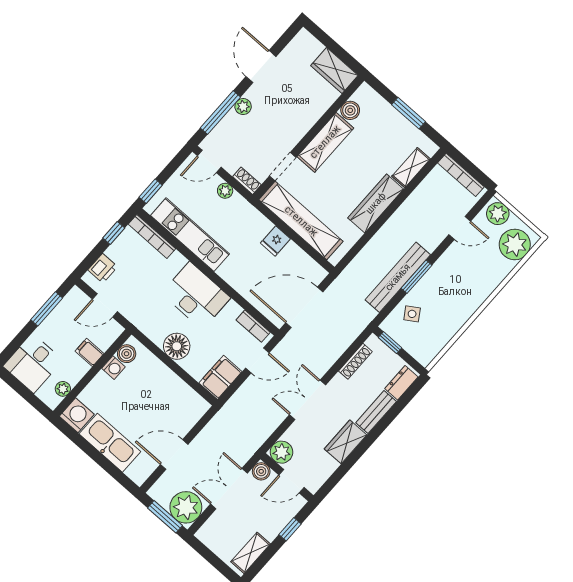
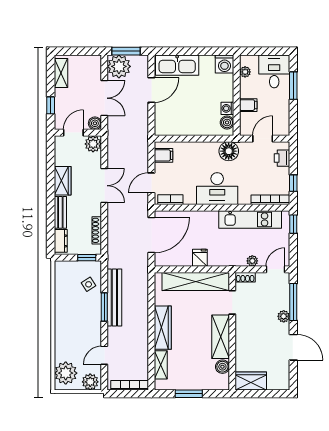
window: (47, 309) -> (293, 86), moved
floor lamp: (177, 346) -> (229, 151), moved
filing cabinet: (220, 377) -> (164, 155), width x0.50
kitchen sink: (110, 443) -> (177, 65), moved

